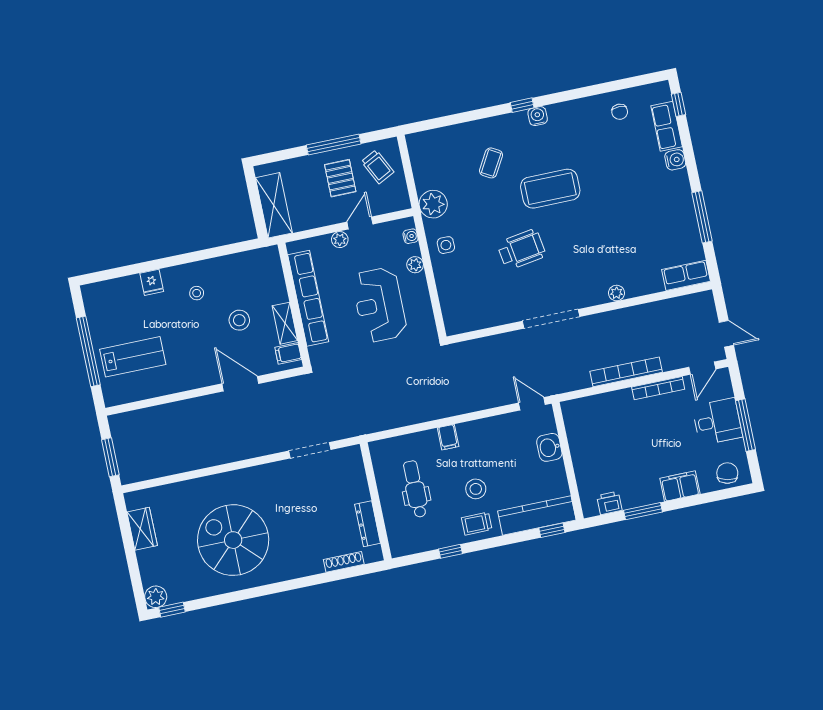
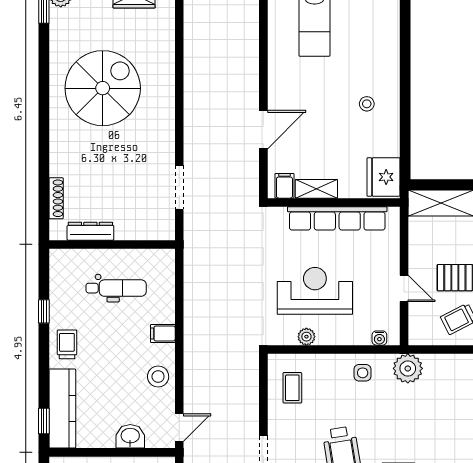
coffee table: (491, 163) -> (292, 388), moved, turned 60
plant: (340, 240) -> (391, 264), removed
plant: (415, 265) -> (306, 337), moved
fridge: (152, 282) -> (383, 177), moved, width x1.88, depth x1.34
stool: (239, 320) -> (329, 142), removed
stool: (476, 489) -> (158, 377), moved

